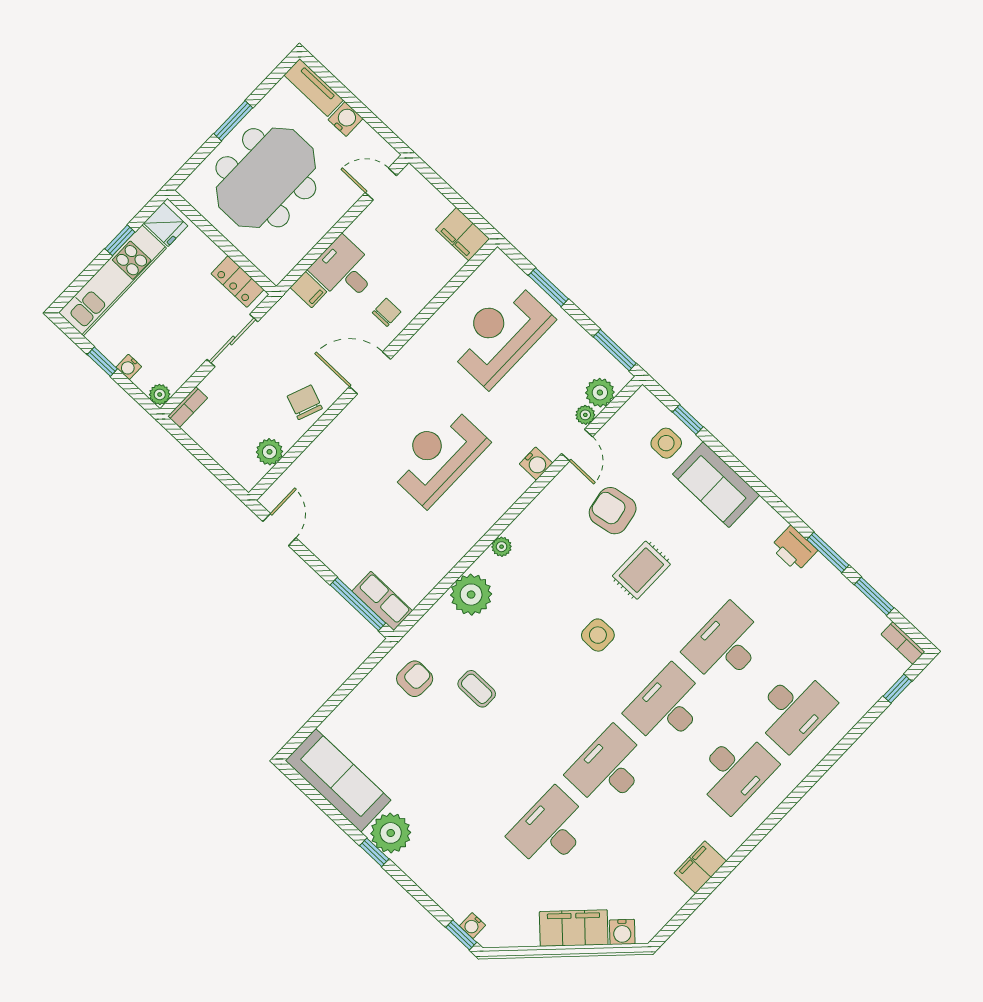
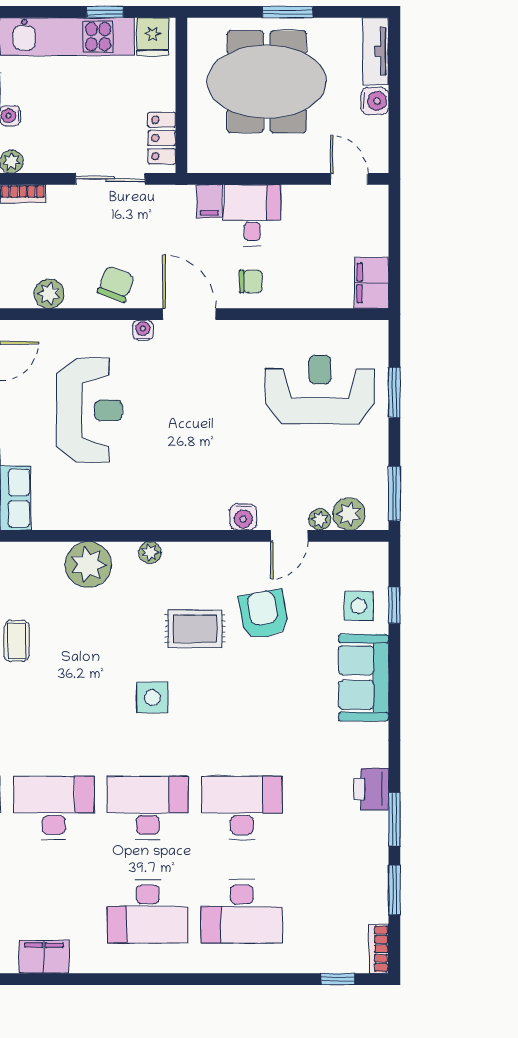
water cooler: (352, 413) -> (143, 330), added
reception desk: (438, 456) -> (90, 410), moved, turned 90
rug: (641, 570) -> (195, 629), moved

